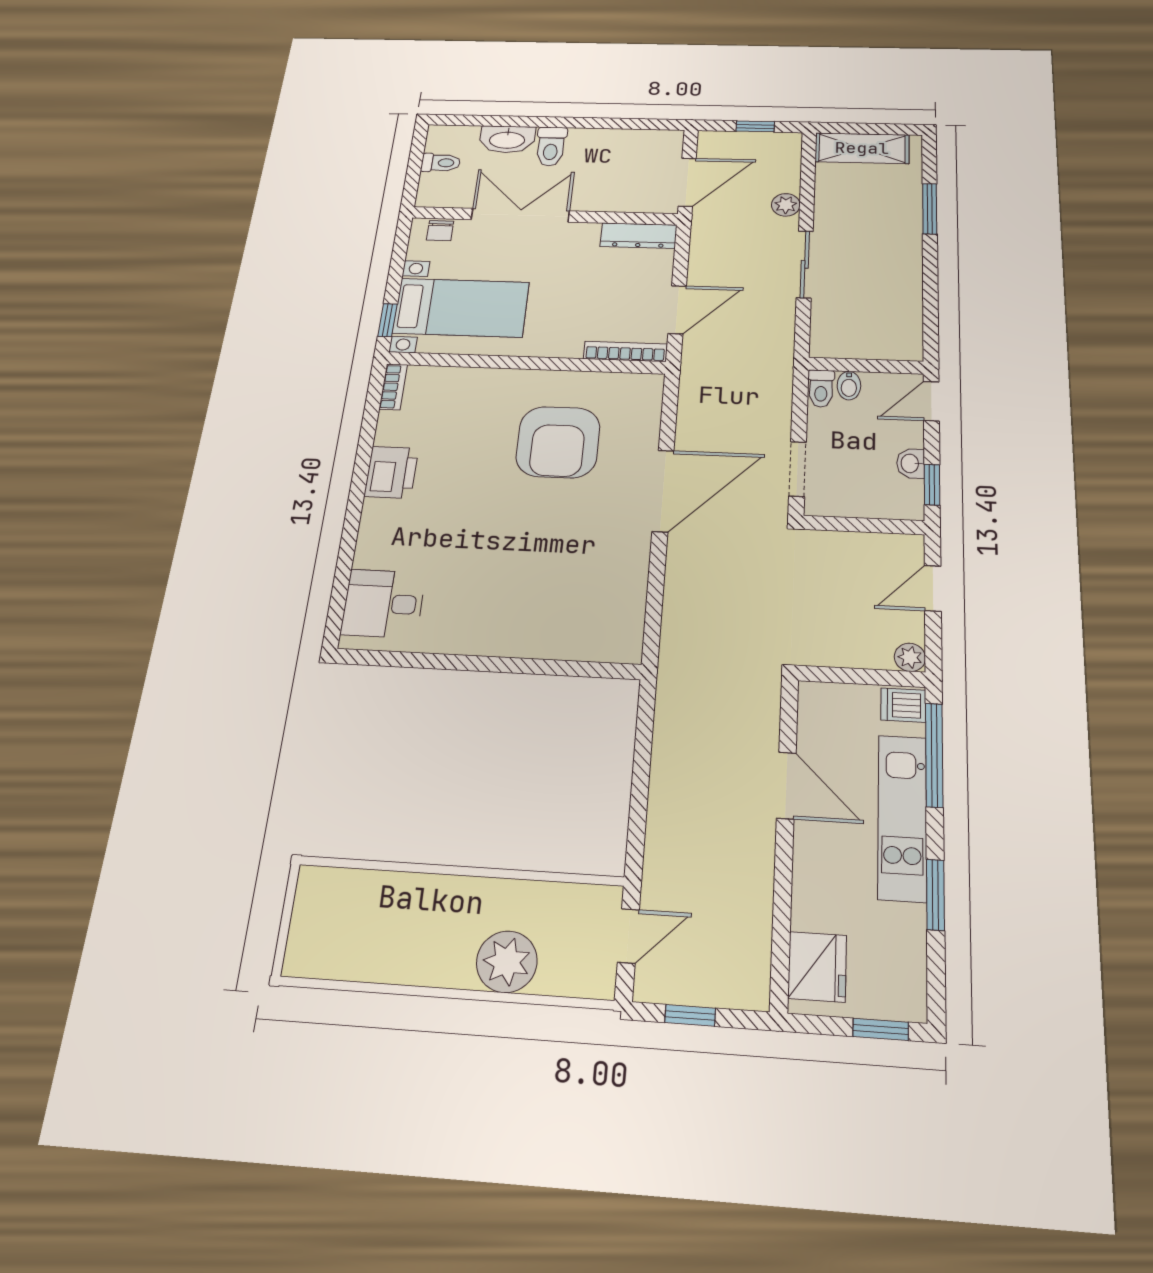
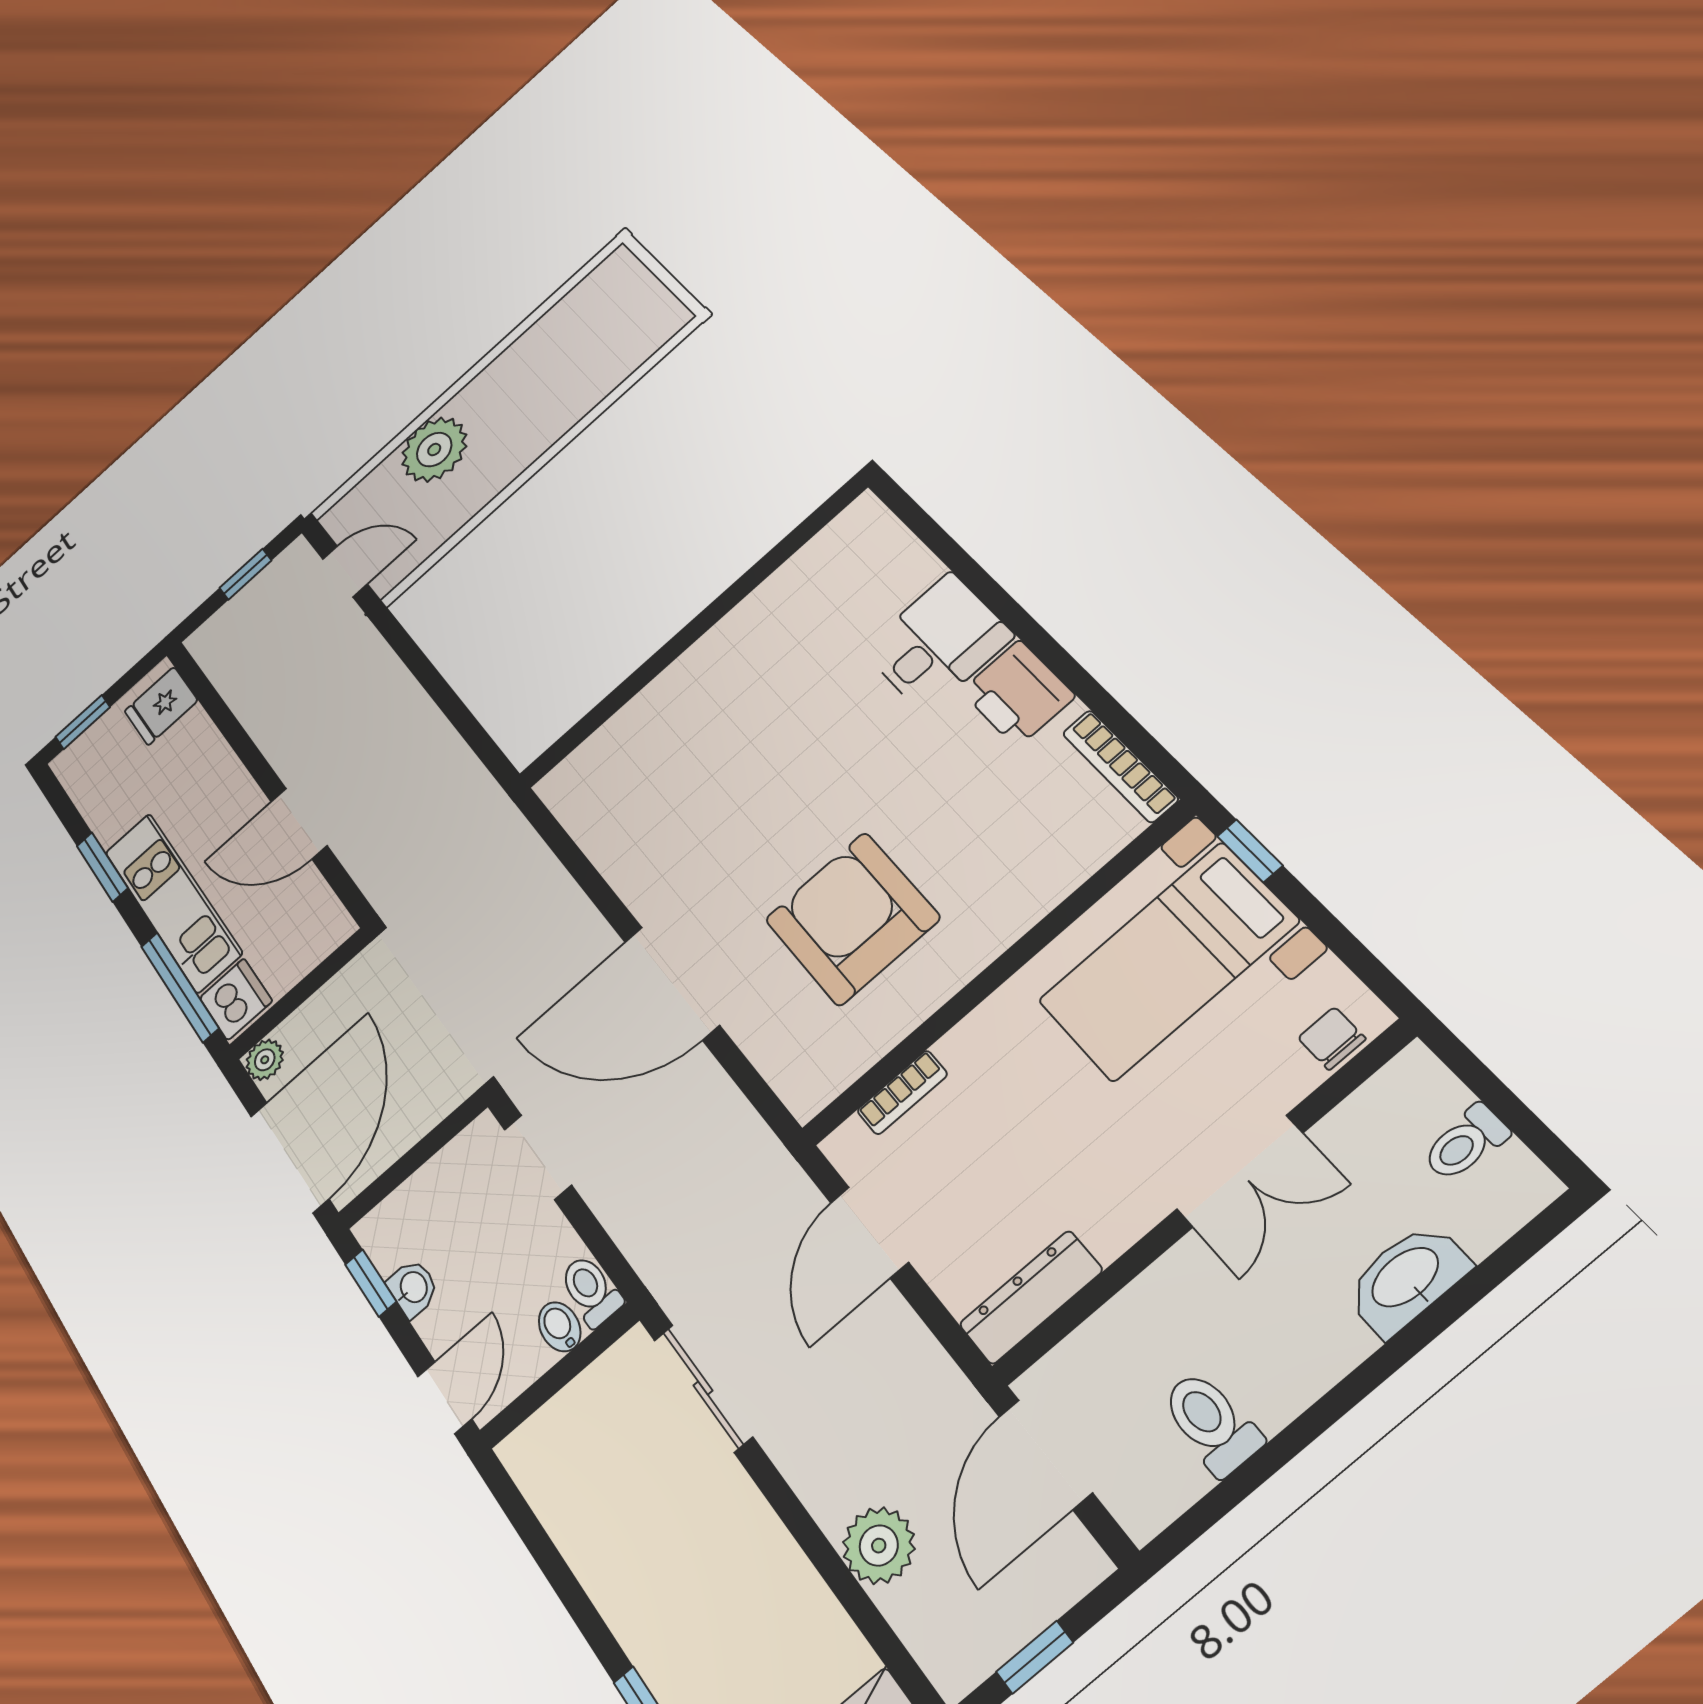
toilet: (551, 146) -> (1211, 1423), moved
plant: (786, 205) -> (879, 1546), width x1.38, depth x1.38
double door: (520, 215) -> (1240, 1171), width x0.73
sliding door: (805, 264) -> (703, 1388), moved
bookcase: (625, 351) -> (902, 1093), width x0.64
bookcase: (393, 387) -> (1120, 766), width x1.56
door: (663, 491) -> (672, 983), hinge flipped
door: (933, 588) -> (290, 1157), width x1.87
desk: (383, 604) -> (938, 643), moved
dishwasher: (903, 705) -> (236, 999), width x1.38
door: (628, 936) -> (345, 571), swing flipped
fridge: (817, 967) -> (161, 706), width x0.72

